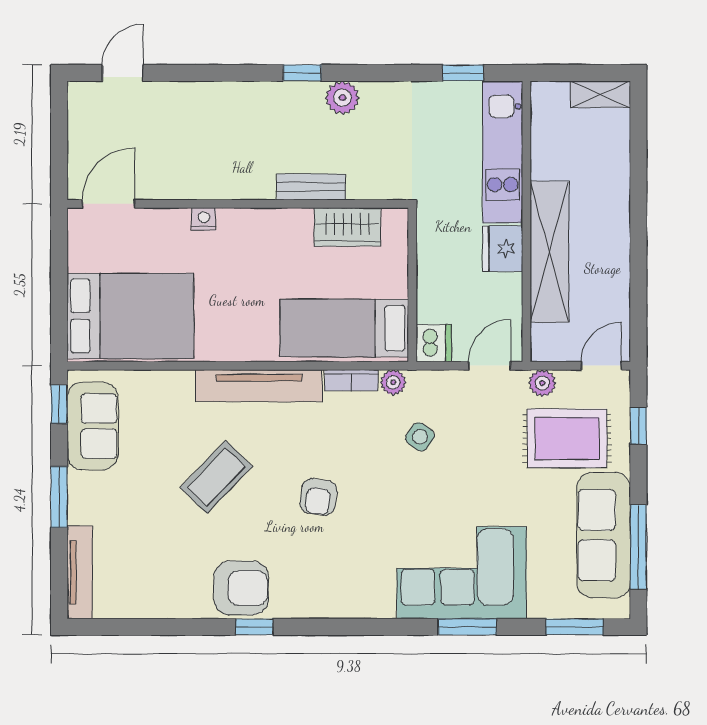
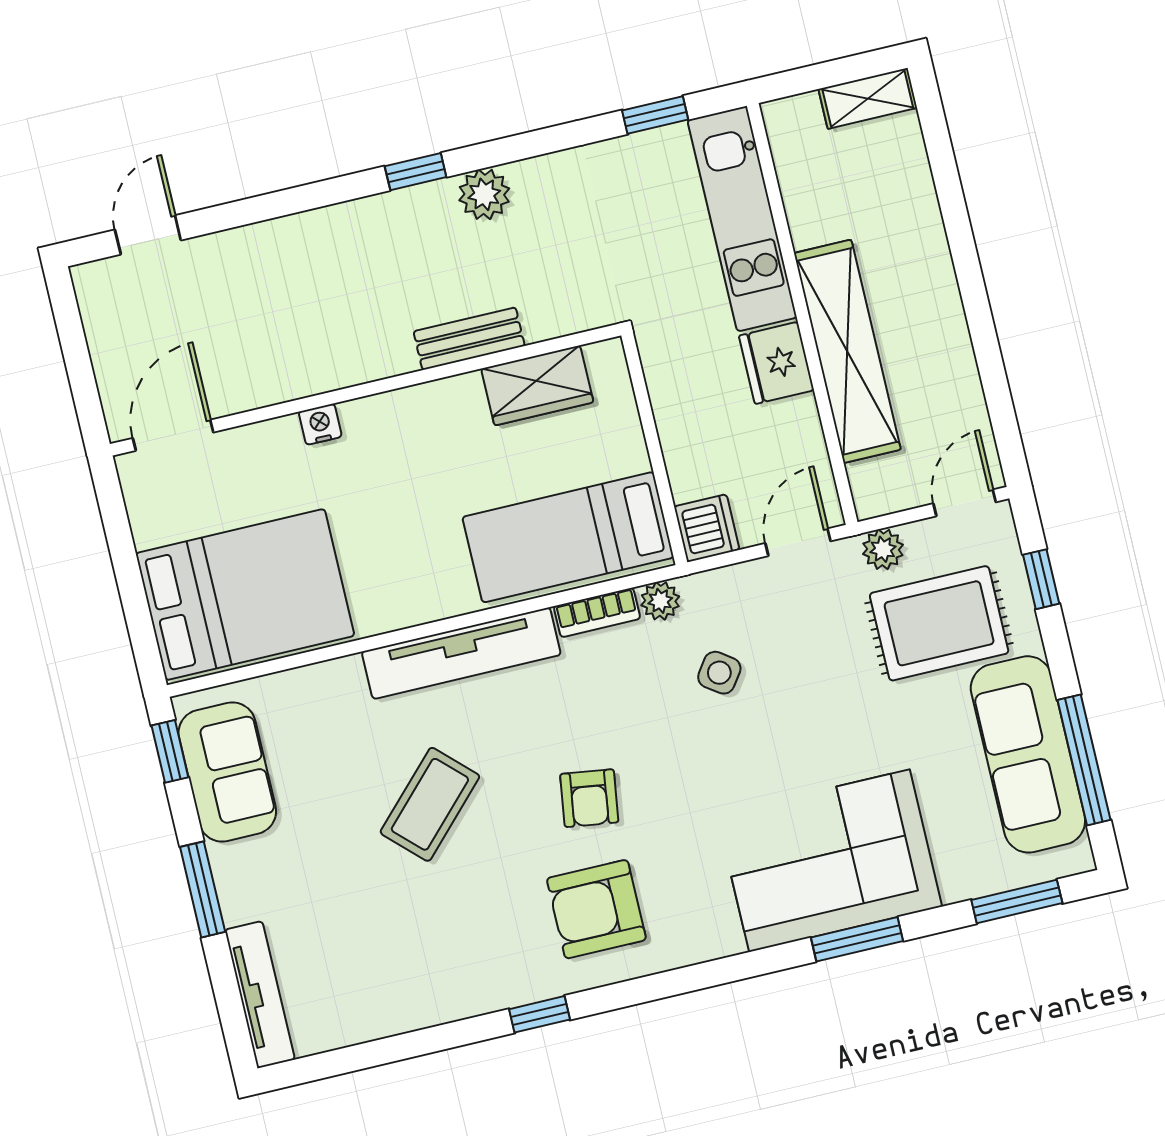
armchair: (241, 588) -> (596, 909), moved, turned 180

